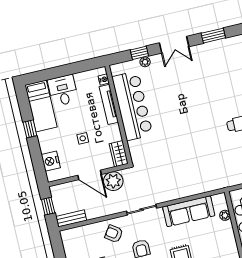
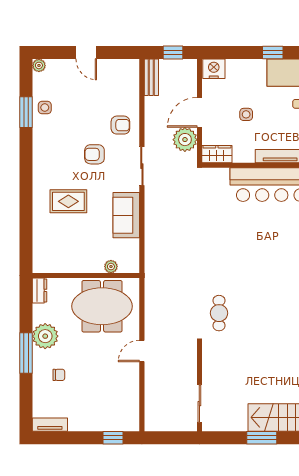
nightstand: (51, 161) -> (214, 69), moved
sofa: (189, 211) -> (126, 215), width x0.73
armchair: (114, 234) -> (120, 125), turned 55

